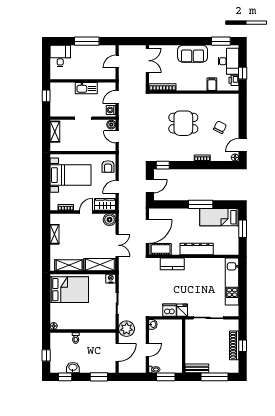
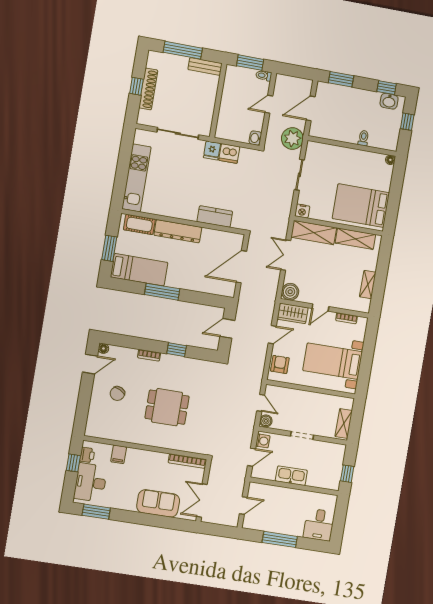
sofa: (193, 54) -> (158, 503), moved
window: (163, 165) -> (177, 350), moved
cot: (161, 249) -> (139, 225), moved
washbasin: (73, 368) -> (389, 101), moved

